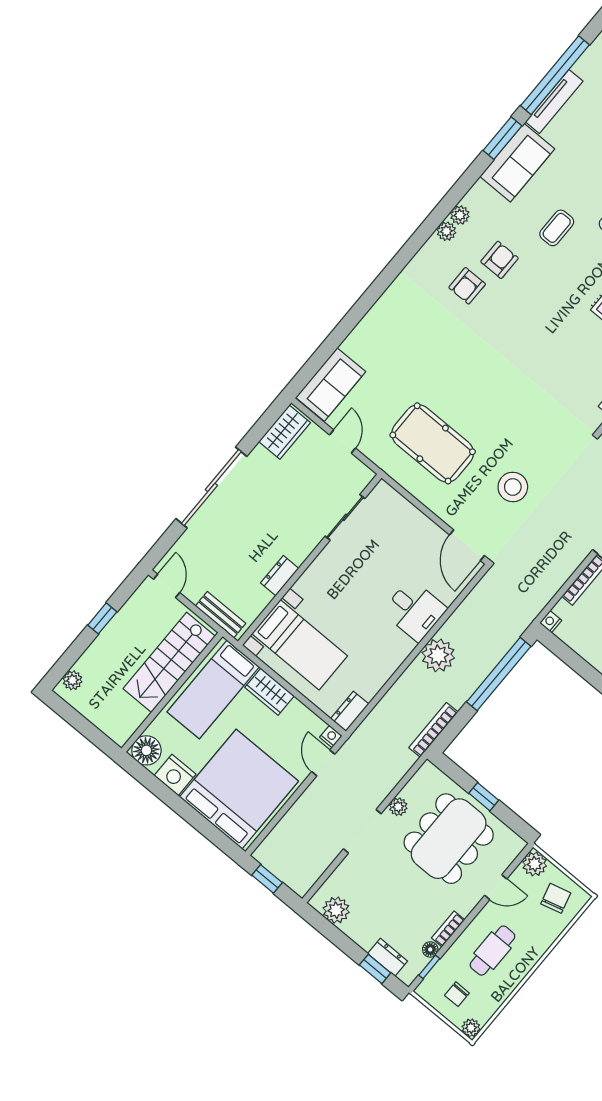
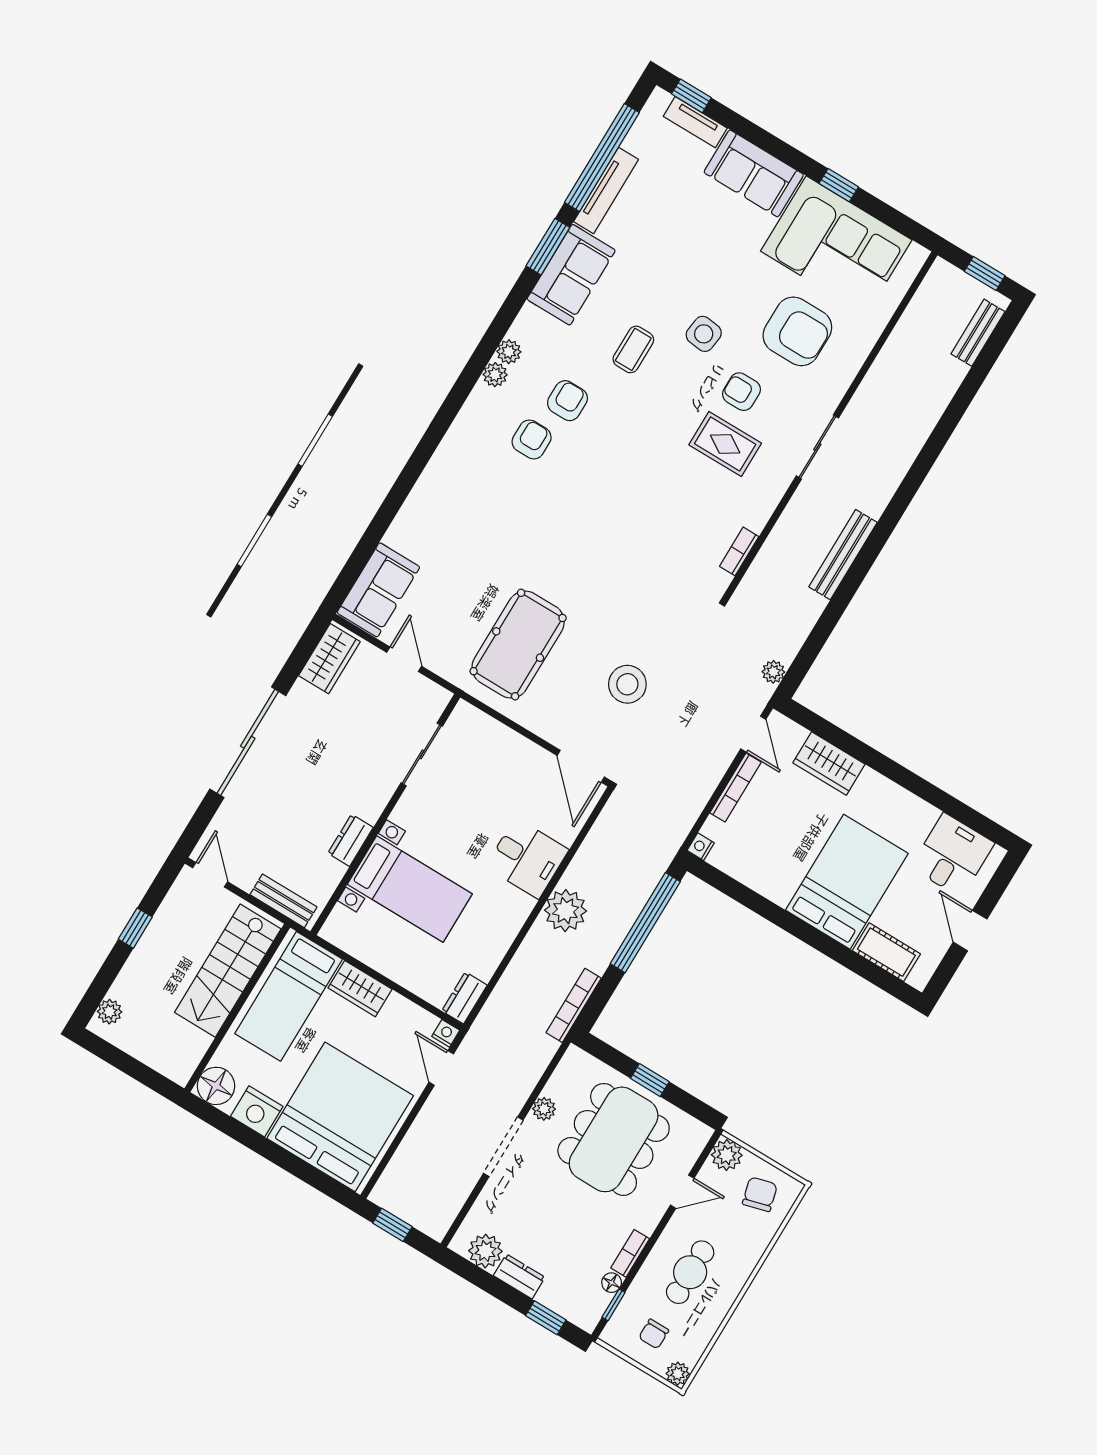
armchair: (467, 286) -> (532, 439), turned 180
pool table: (433, 443) -> (518, 645), turned 90
bed with nightstands: (300, 645) -> (410, 889), moved
dresser: (388, 957) -> (519, 1276), moved

